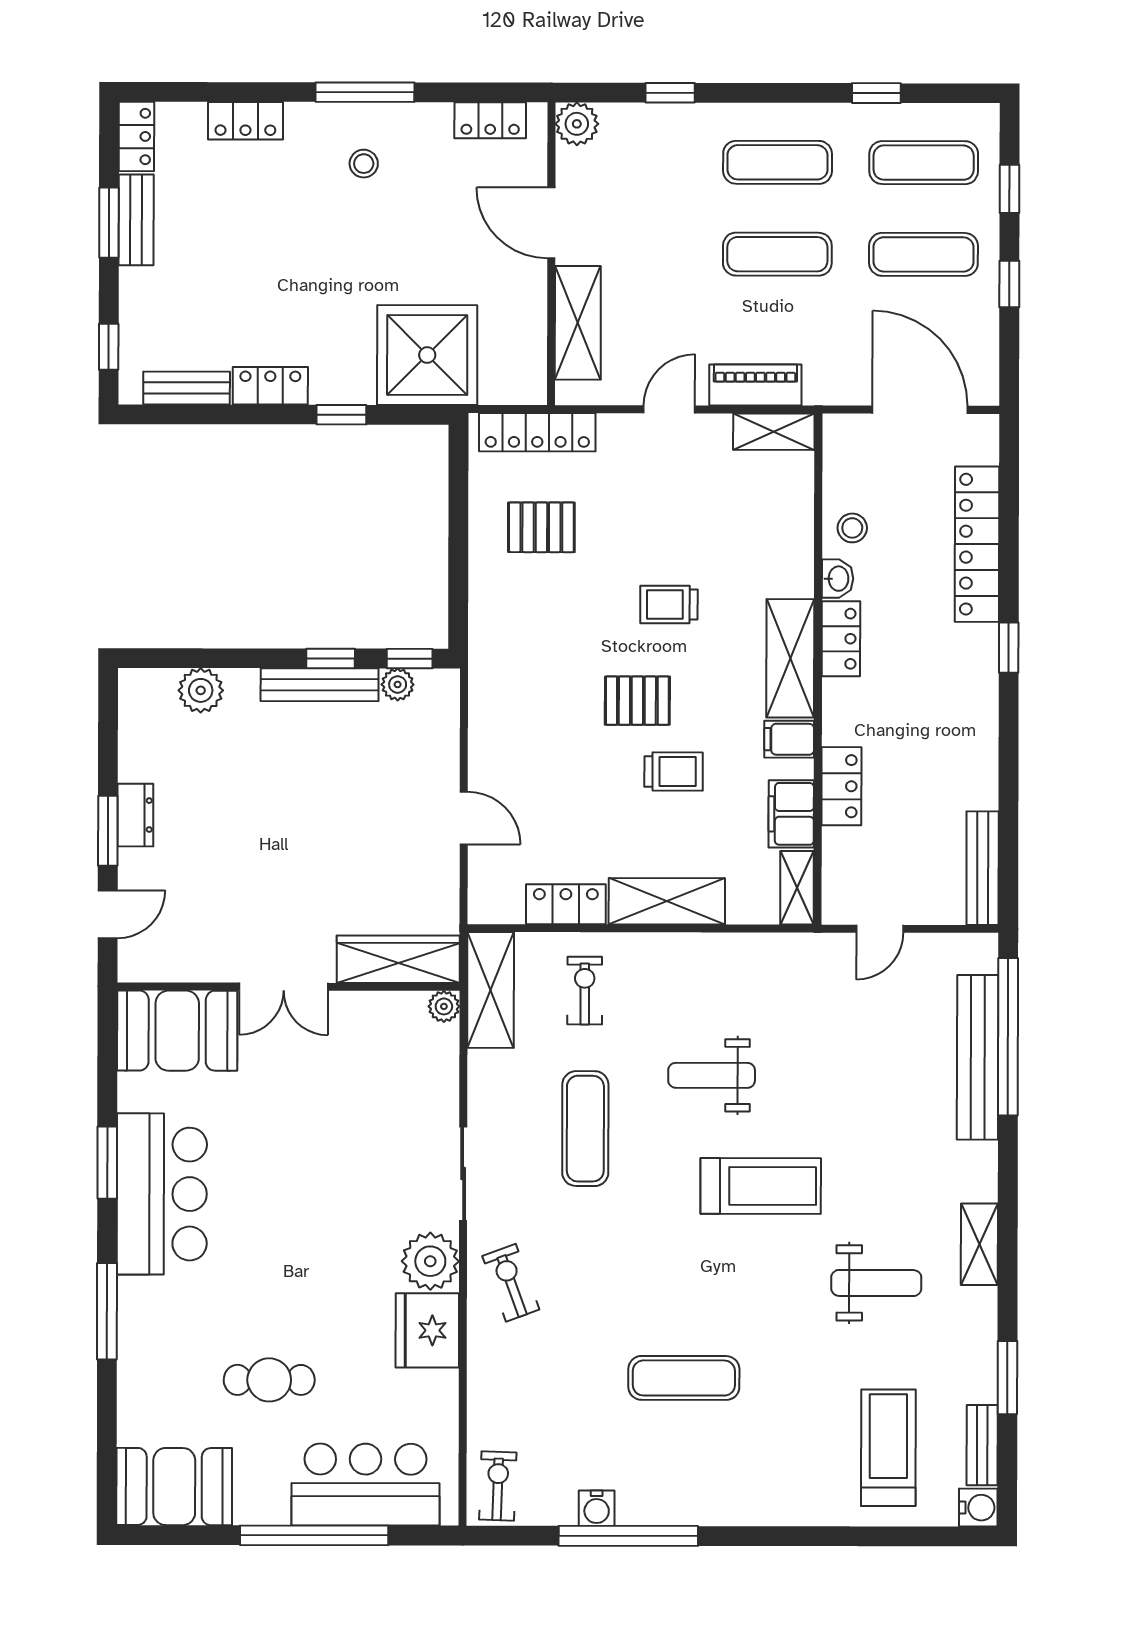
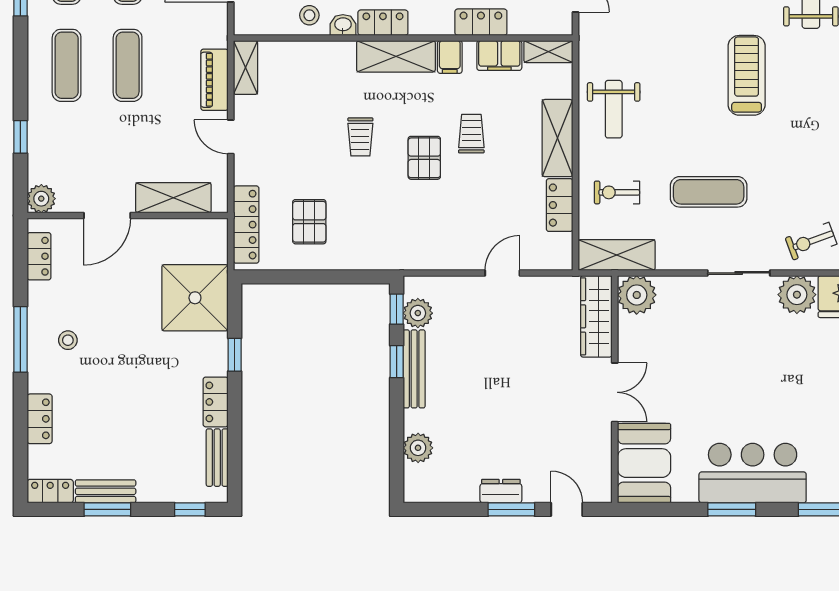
plant: (398, 684) -> (418, 313), width x1.38, depth x1.38
plant: (444, 1006) -> (637, 295), width x1.87, depth x1.87
weight bench: (712, 1075) -> (614, 109), moved

